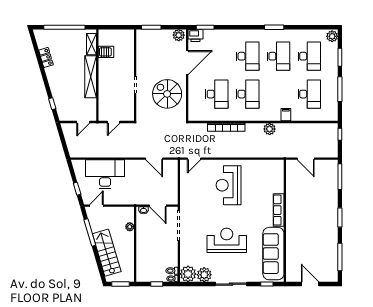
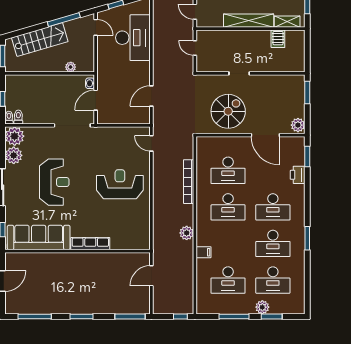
printer: (196, 35) -> (298, 175), moved
plant: (332, 36) -> (262, 307), moved

